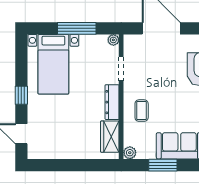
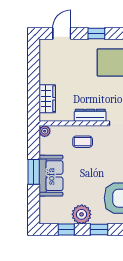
wardrobe: (110, 137) -> (47, 99), moved, turned 90
window: (163, 165) -> (34, 172), moved

